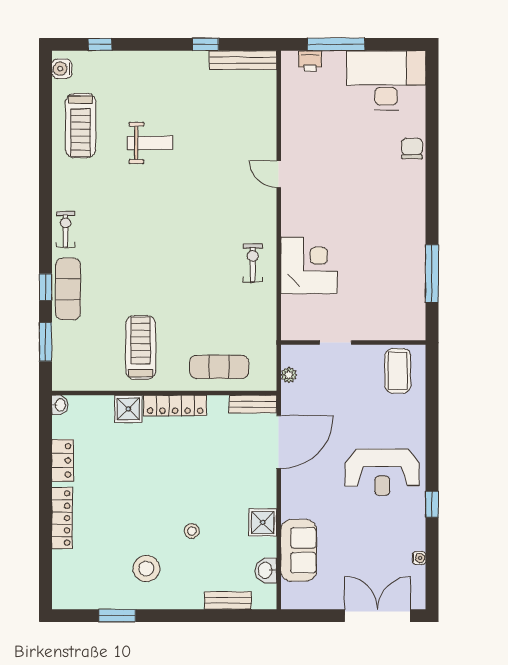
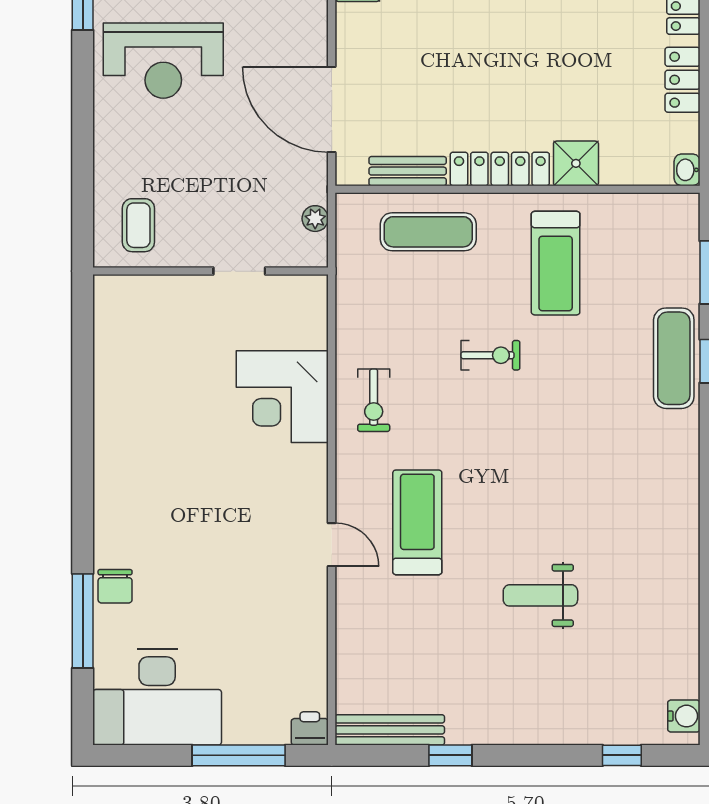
printer: (310, 61) -> (310, 728), moved
treadmill: (81, 126) -> (417, 522), moved
exercise bike: (66, 229) -> (490, 355), moved, turned -90
window: (432, 274) -> (83, 621), moved
coffee table: (398, 371) -> (138, 225), width x0.73, depth x0.77
bench: (253, 404) -> (408, 171), moved
door: (279, 442) -> (332, 109), hinge flipped
reception desk: (382, 472) -> (163, 61), turned 180

